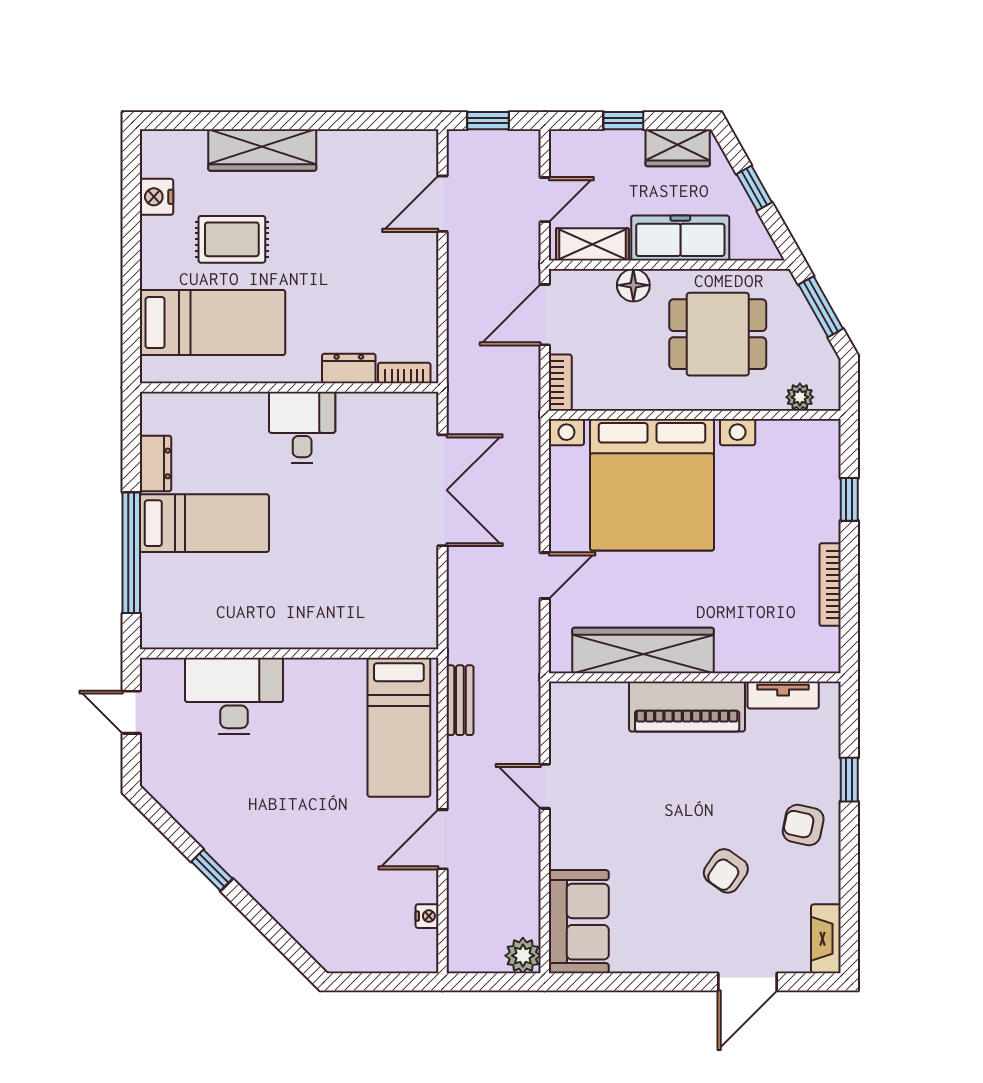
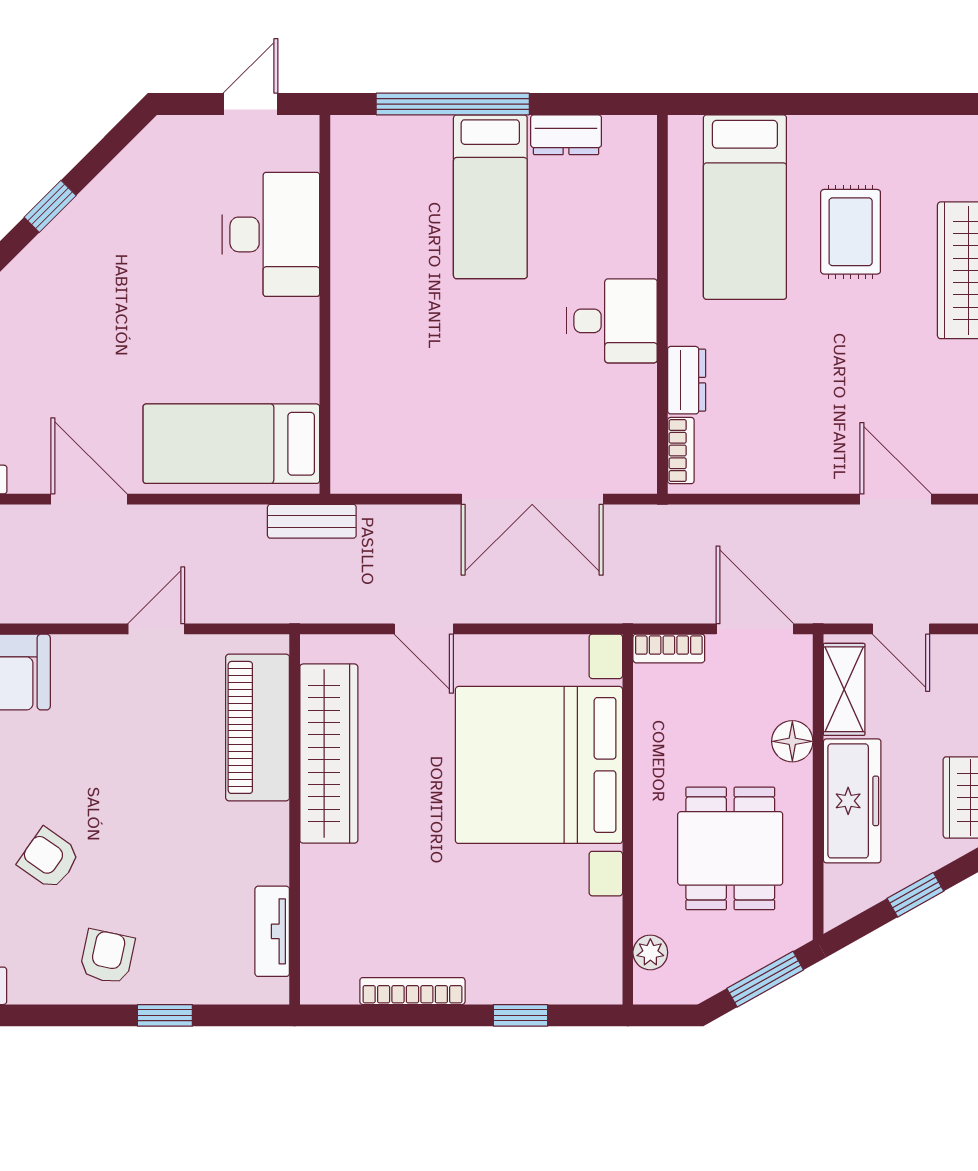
nightstand: (156, 197) -> (905, 136), removed
bench: (460, 700) -> (312, 521), moved
piano: (687, 707) -> (258, 727), moved

